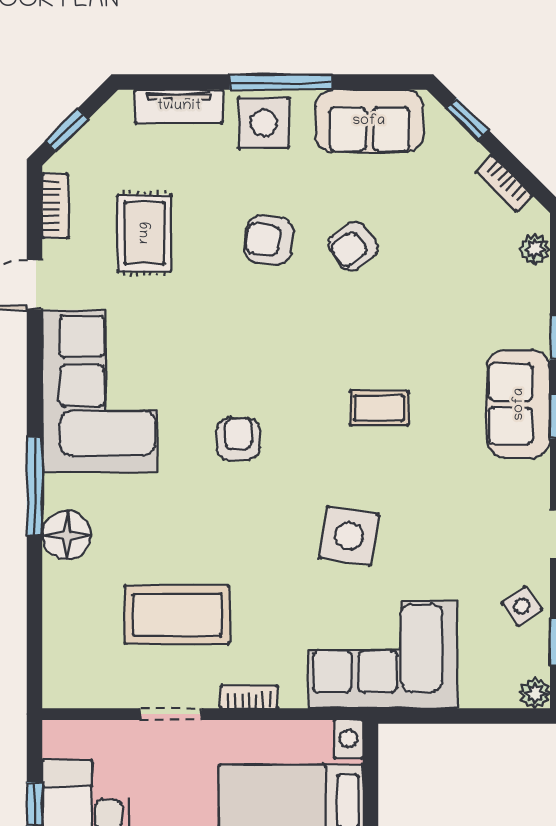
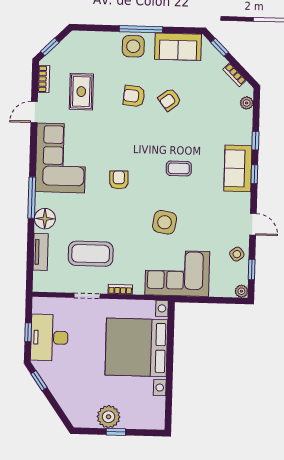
tv unit: (179, 106) -> (41, 252), moved, turned -90

